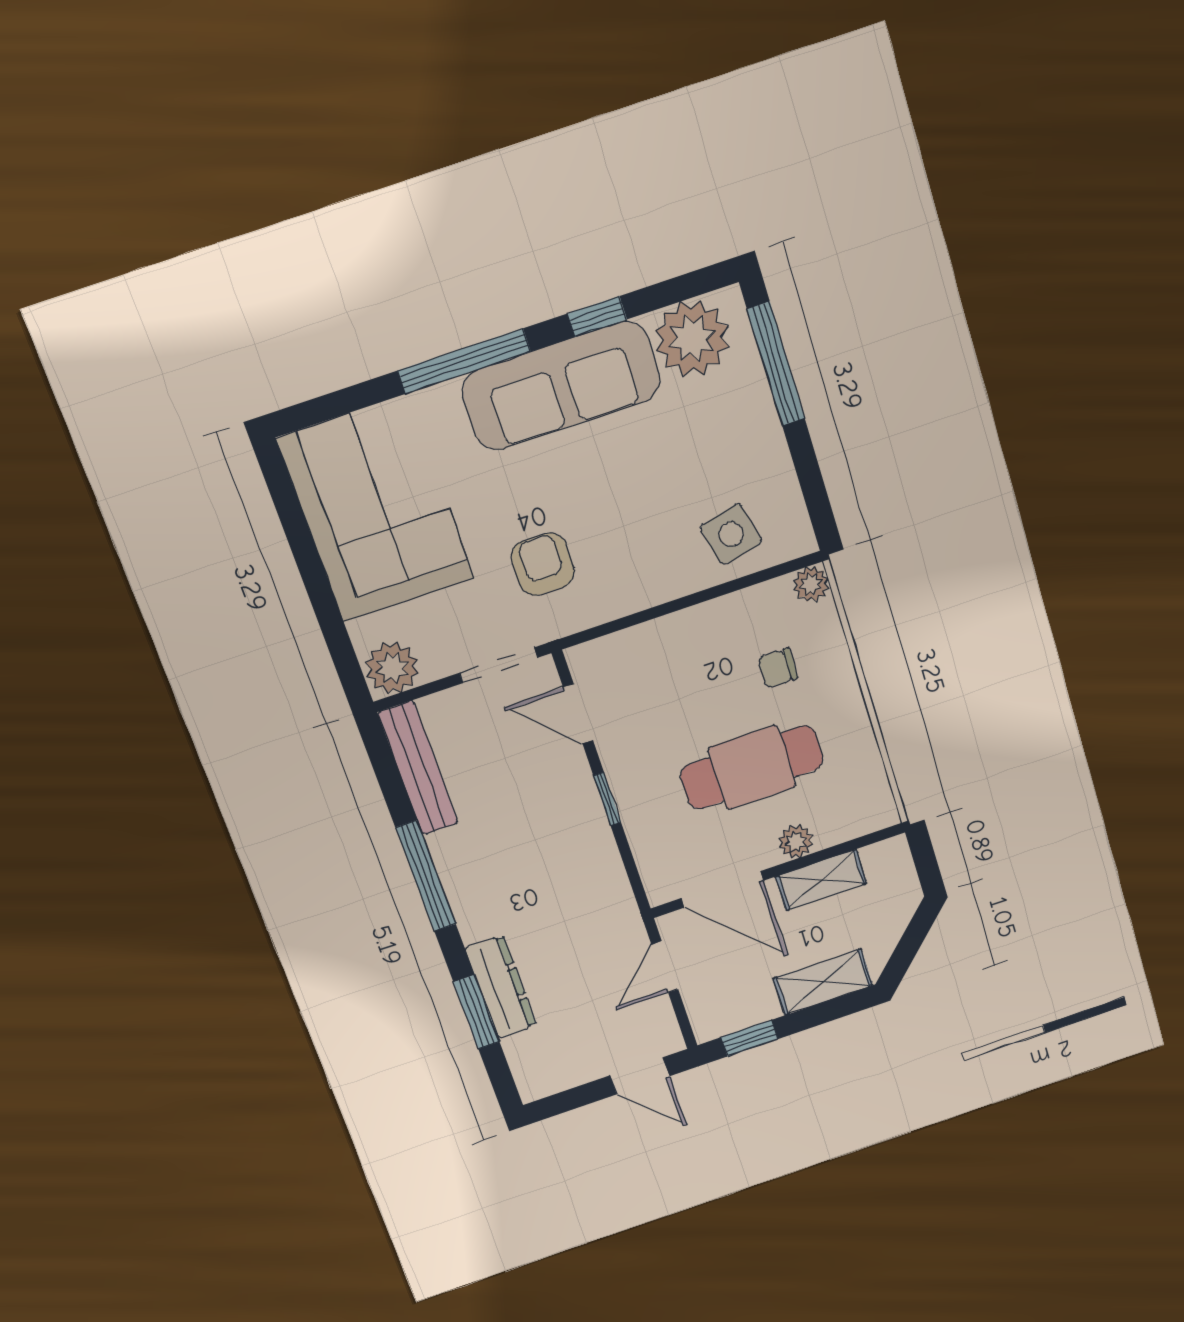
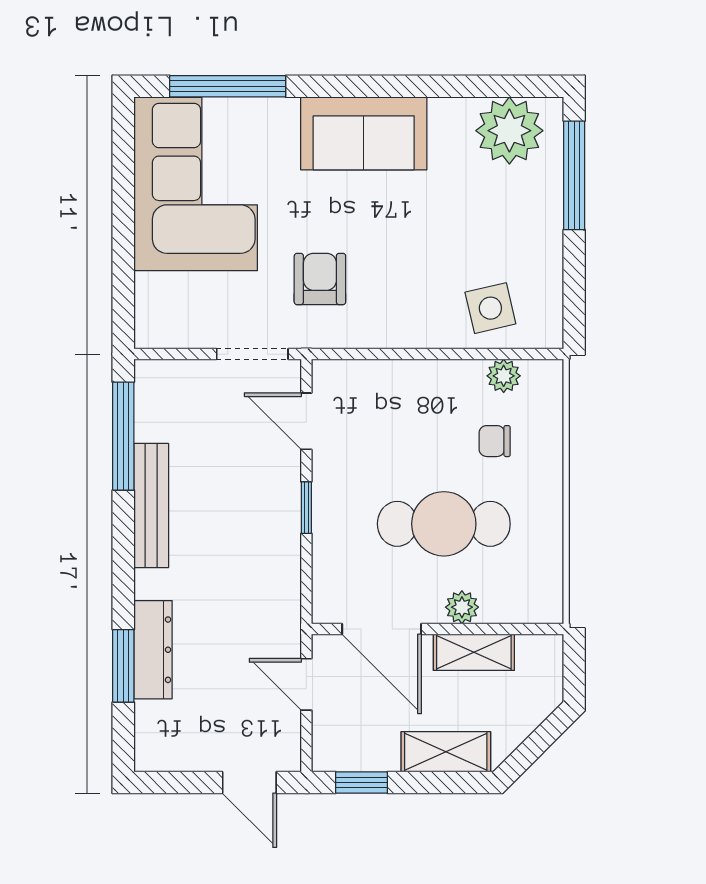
window: (597, 317) -> (435, 86), removed
window: (464, 361) -> (228, 86), moved
sofa: (561, 386) -> (364, 133), width x0.73
plant: (811, 584) -> (504, 376), moved
plant: (392, 668) -> (161, 325), removed
bench: (418, 768) -> (151, 505), moved
window: (426, 876) -> (123, 436), moved
door: (665, 967) -> (306, 684), hinge flipped

